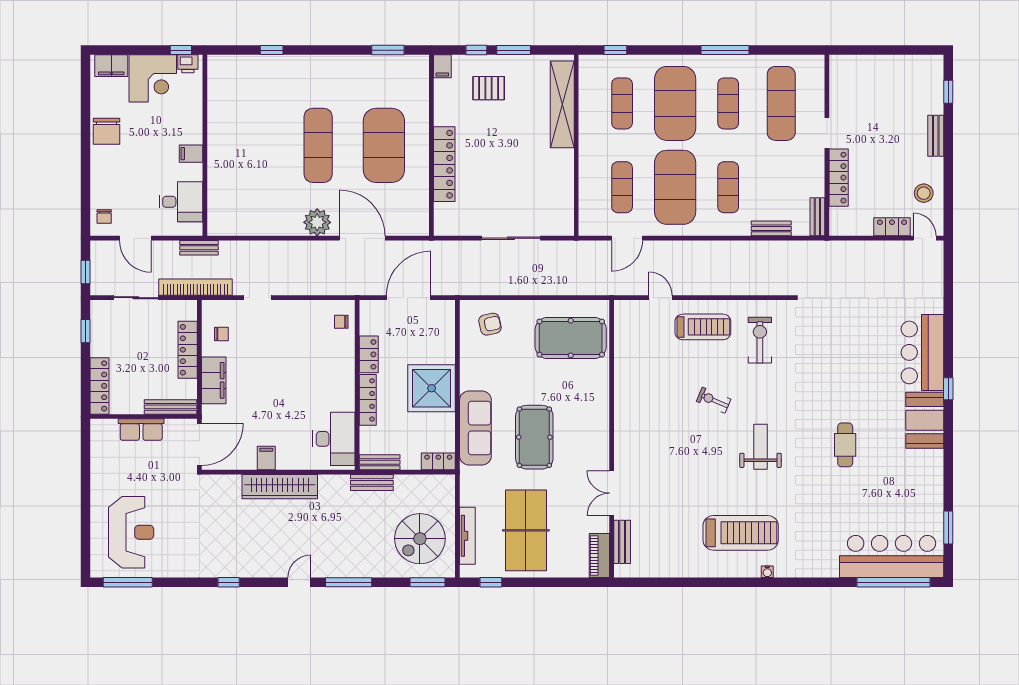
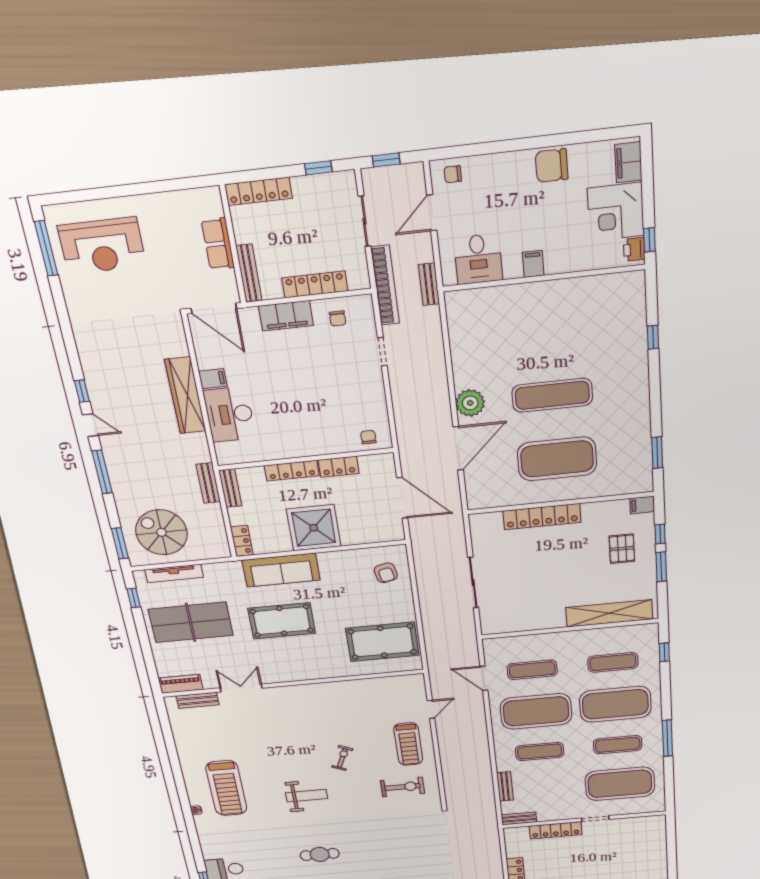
exercise mat: (781, 103) -> (620, 784), width x1.47
pool table: (571, 338) -> (382, 642), turned 90
desk: (334, 439) -> (229, 414), moved, turned 90
window: (229, 582) -> (82, 391), moved

